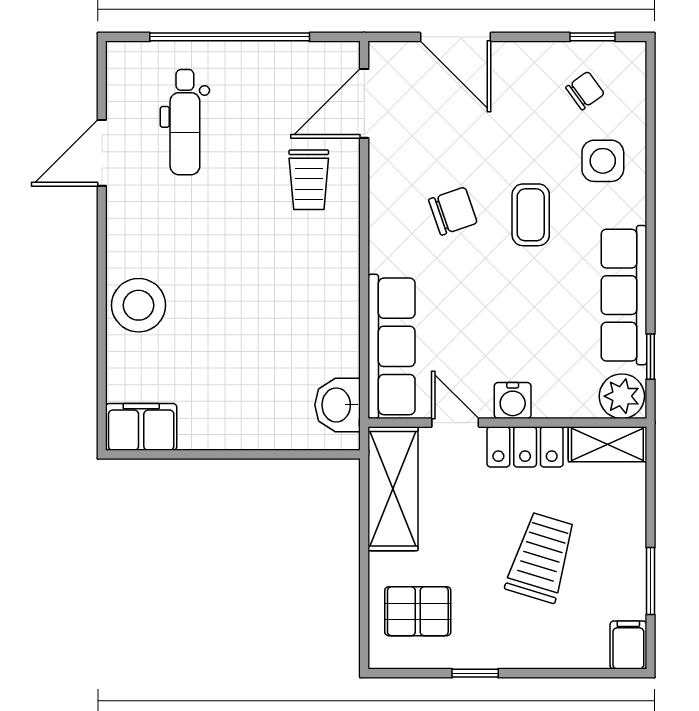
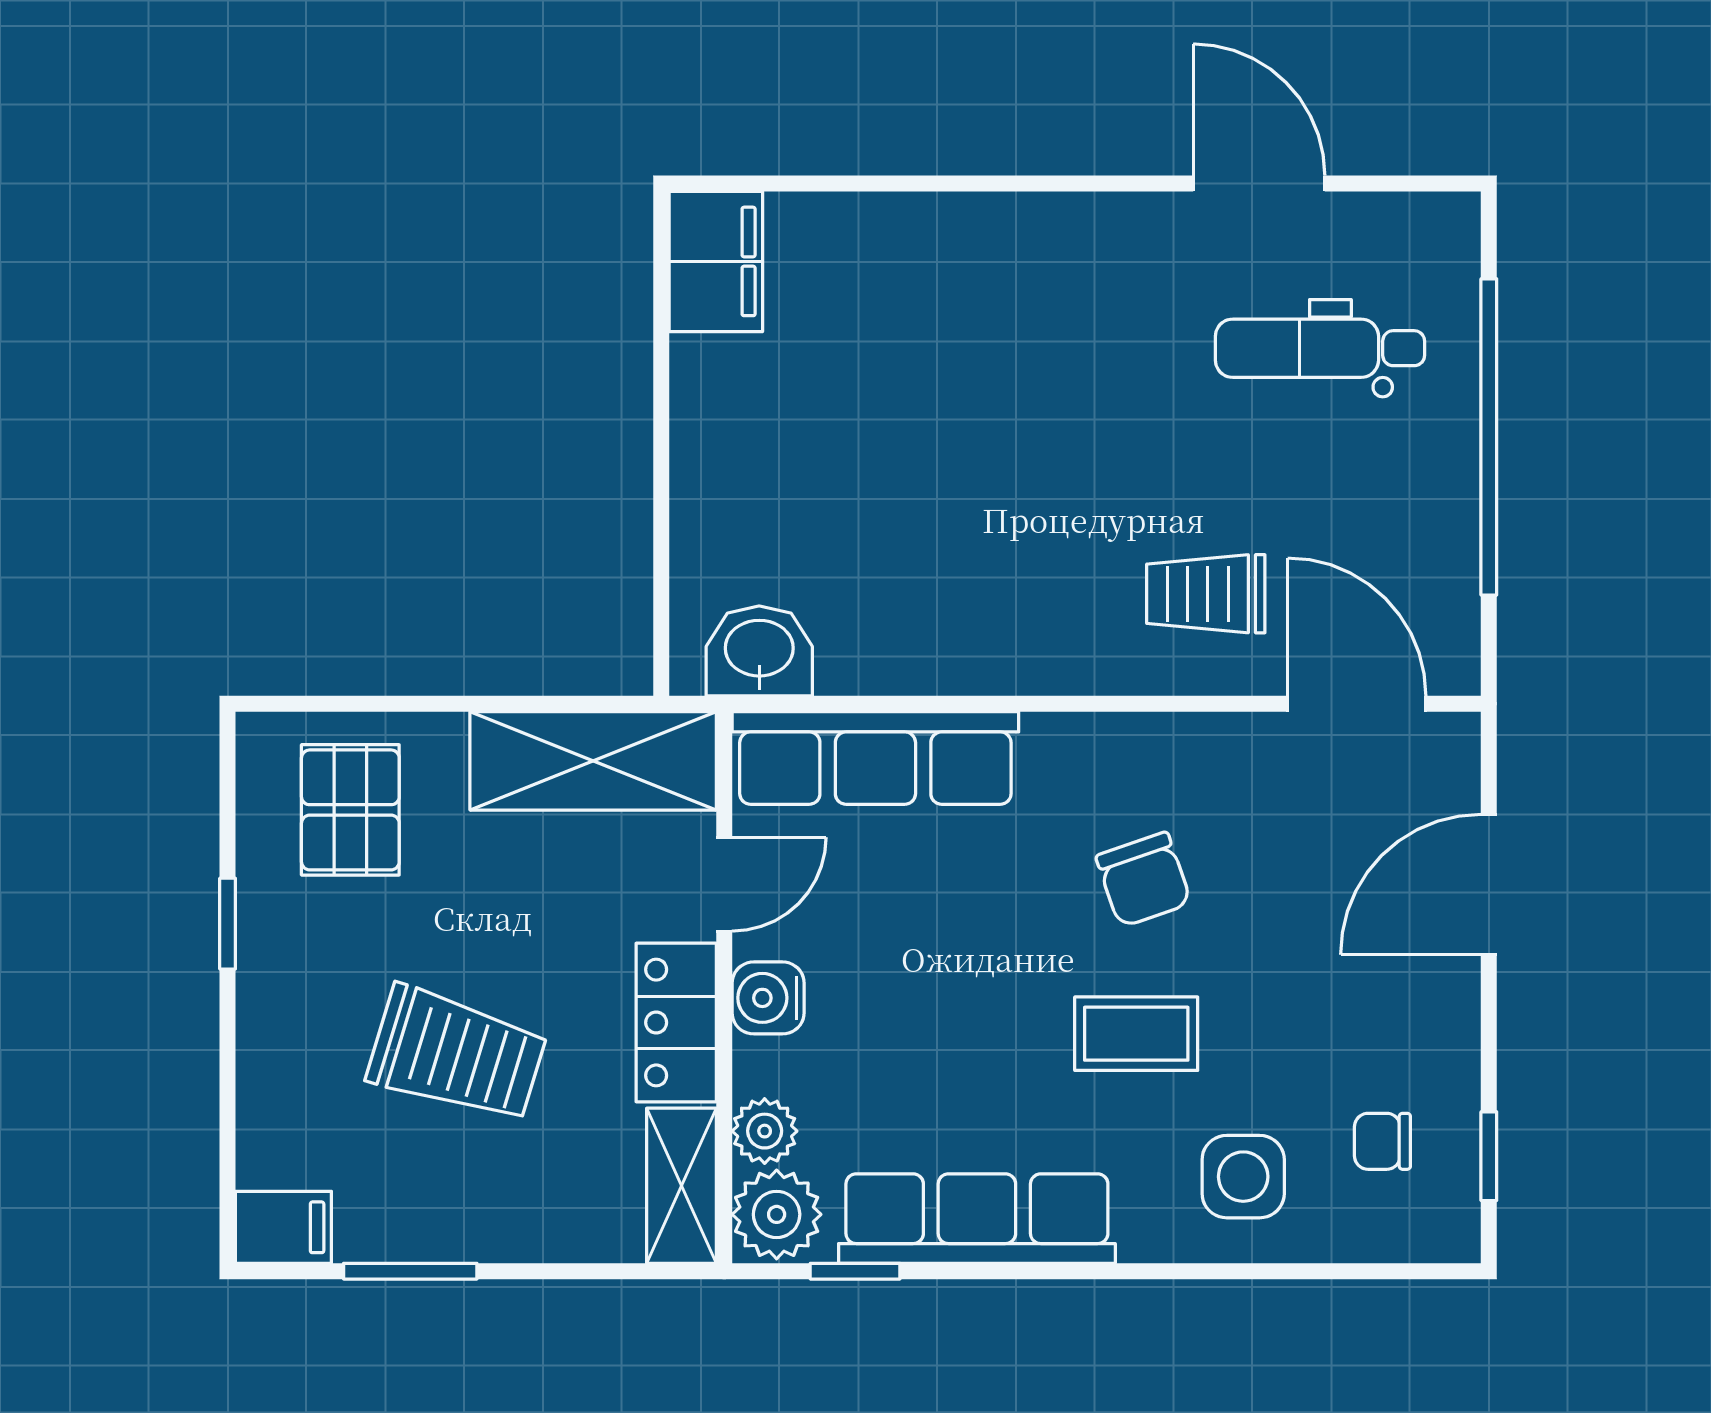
chair: (585, 91) -> (1382, 1141), turned 126
stool: (139, 305) -> (957, 256), removed
plant: (580, 402) -> (765, 1131), added

